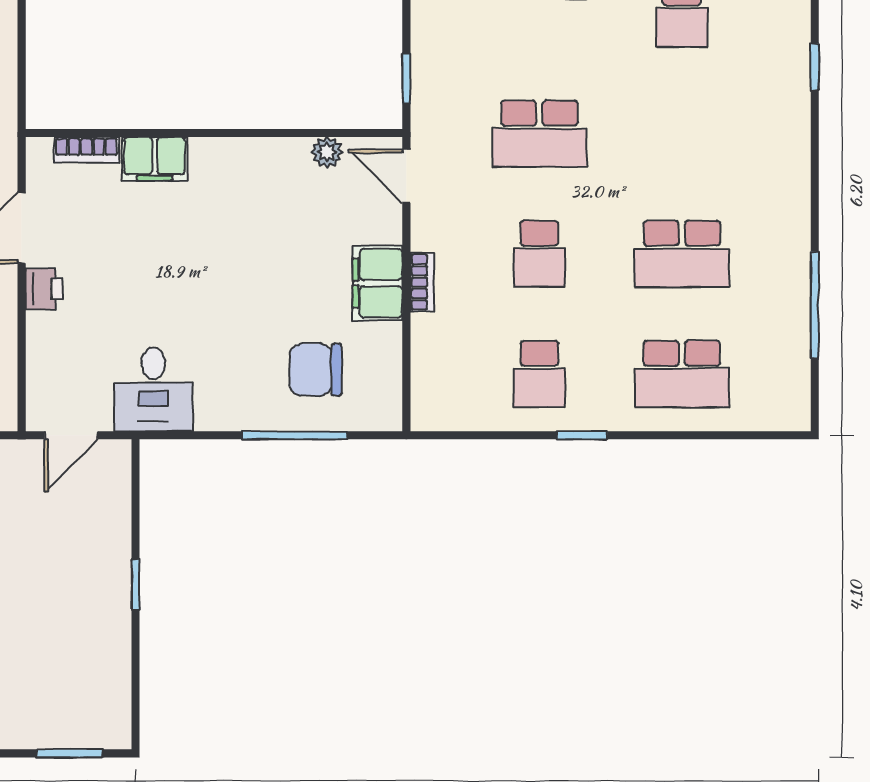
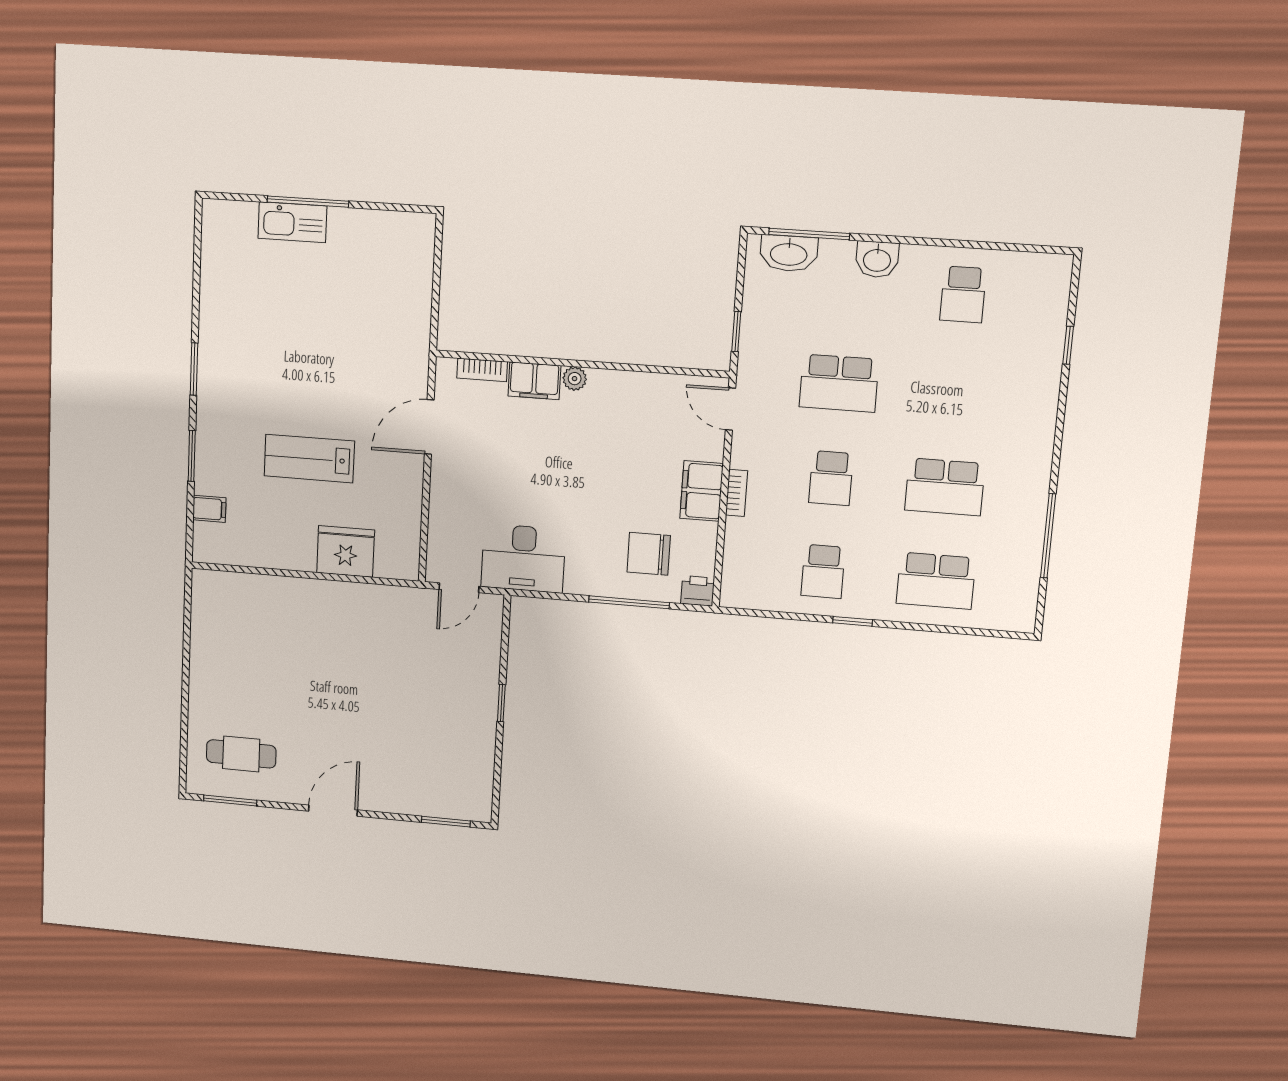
plant: (327, 152) -> (575, 379), moved
printer: (44, 289) -> (698, 591), moved, turned -90
desk: (153, 389) -> (523, 558), width x1.37

